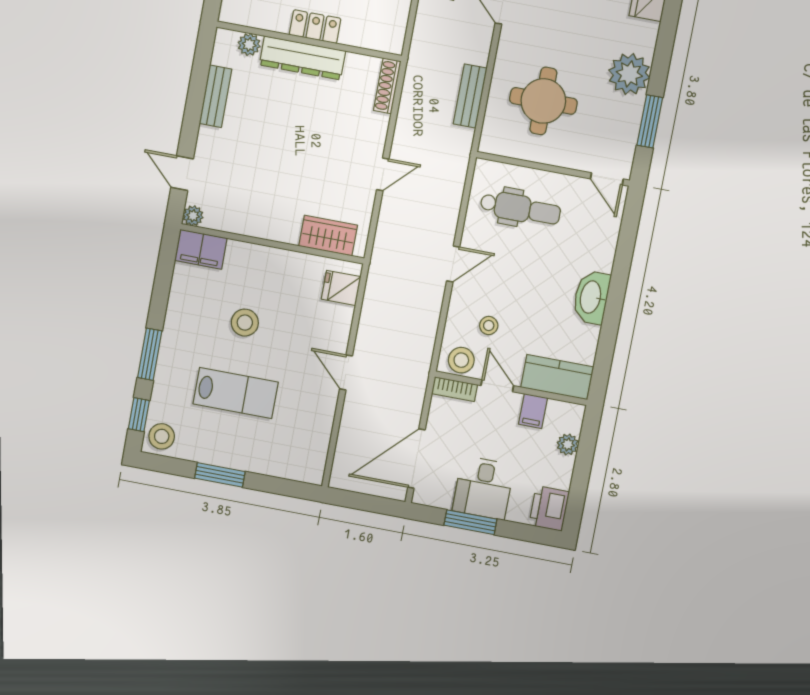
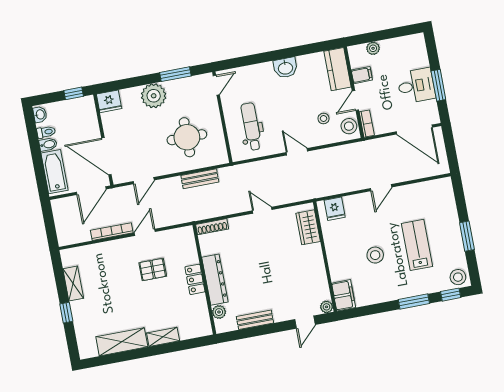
washbasin: (591, 297) -> (285, 68), width x0.72
printer: (549, 508) -> (413, 44), removed

